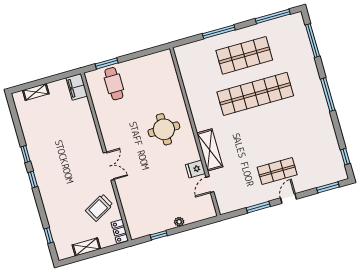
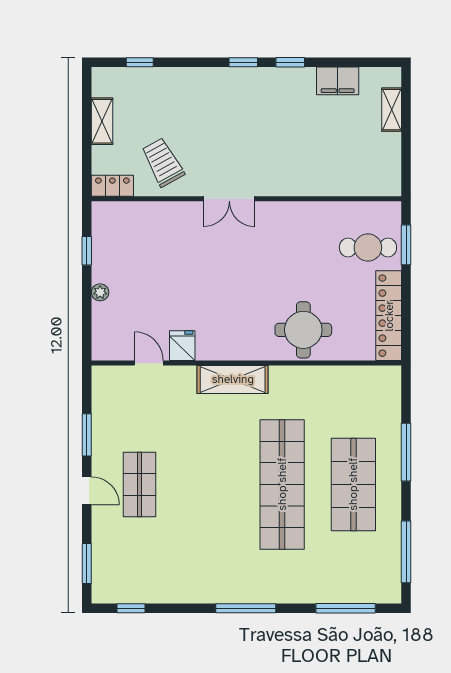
locker: (148, 62) -> (389, 316), added
filing cabinet: (77, 87) -> (338, 81), moved, turned 180
round table: (164, 129) -> (303, 330), moved
shelving: (210, 150) -> (233, 379), moved

